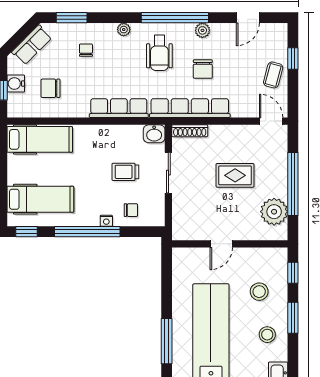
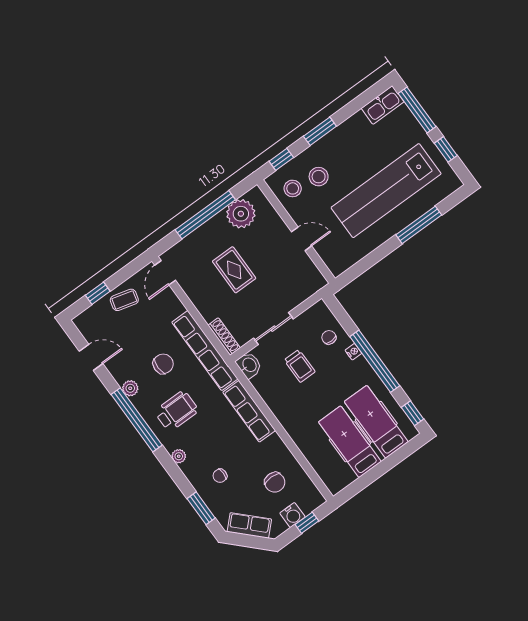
hospital bed: (40, 139) -> (350, 442), moved
stool: (267, 335) -> (293, 188), moved

